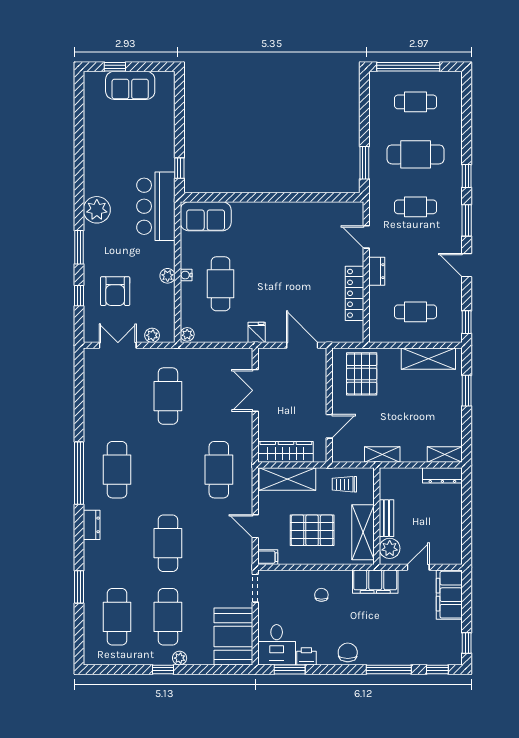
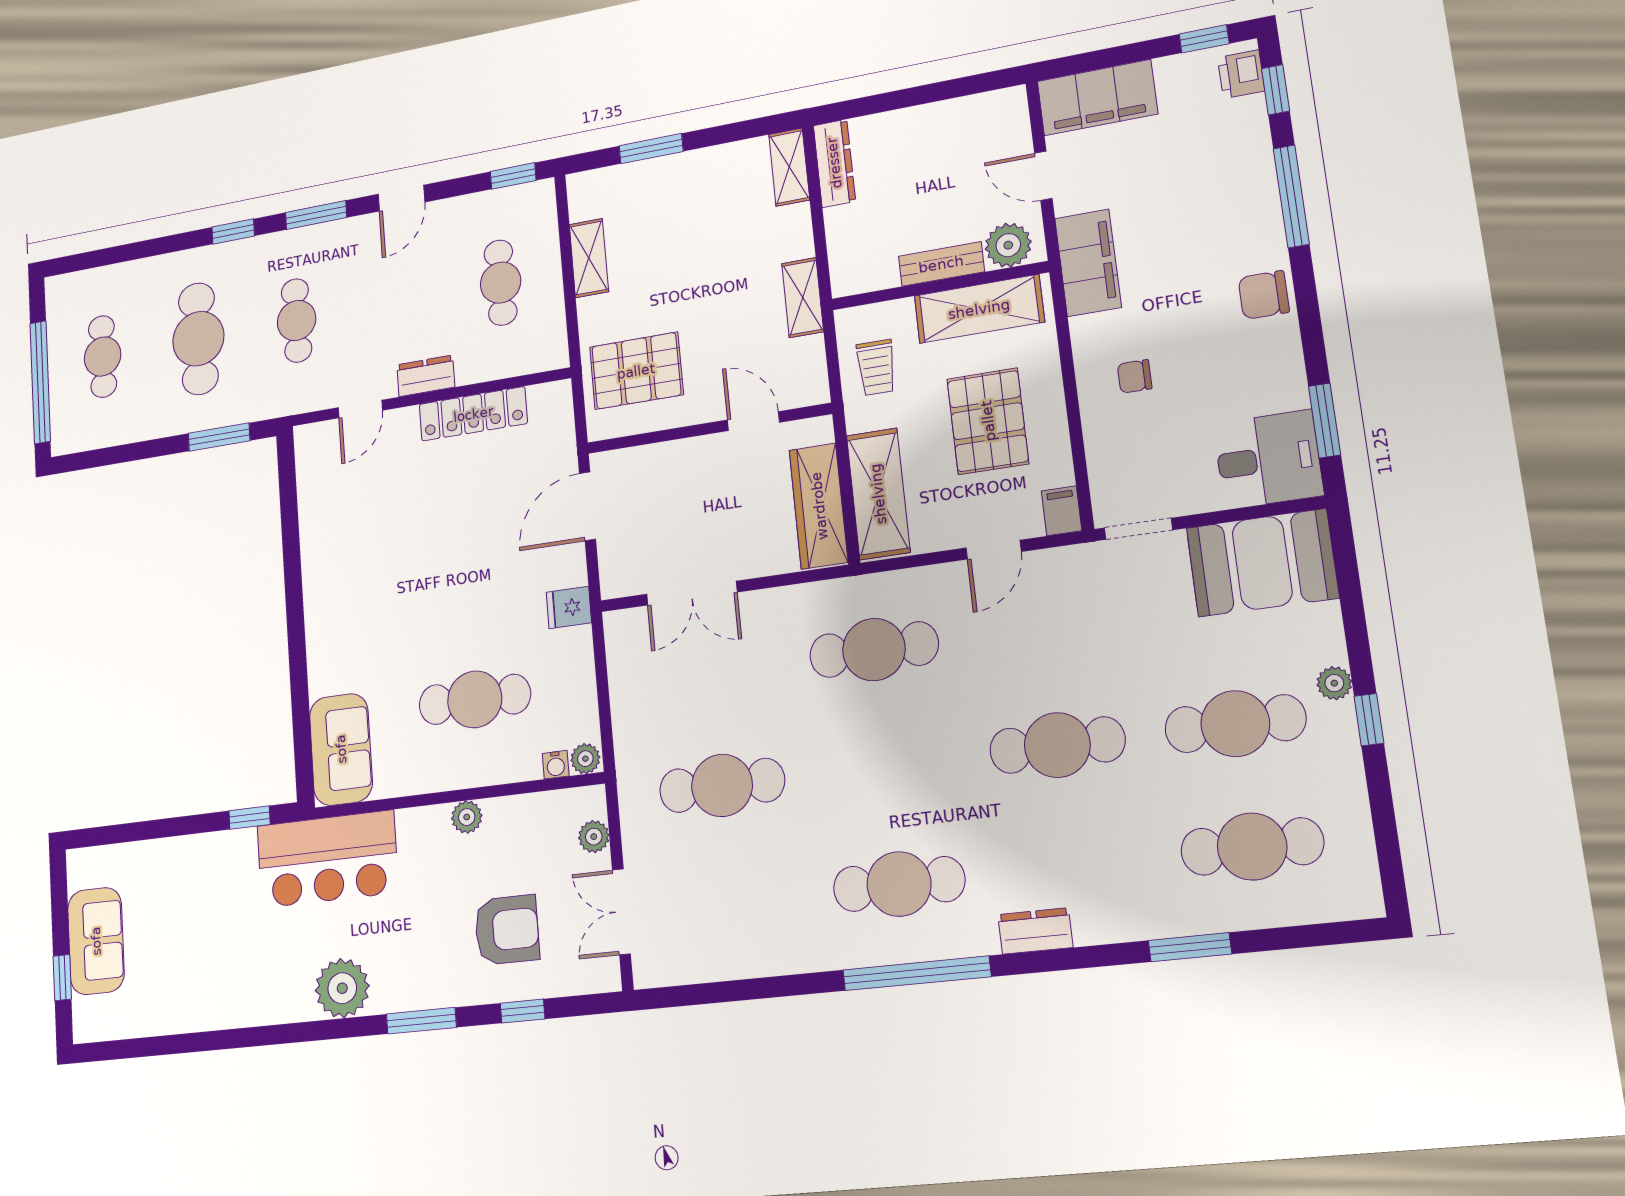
water cooler: (186, 275) -> (556, 765), moved
shelving: (428, 359) -> (589, 258), width x0.67, depth x0.75
printer: (306, 656) -> (1241, 74), moved

